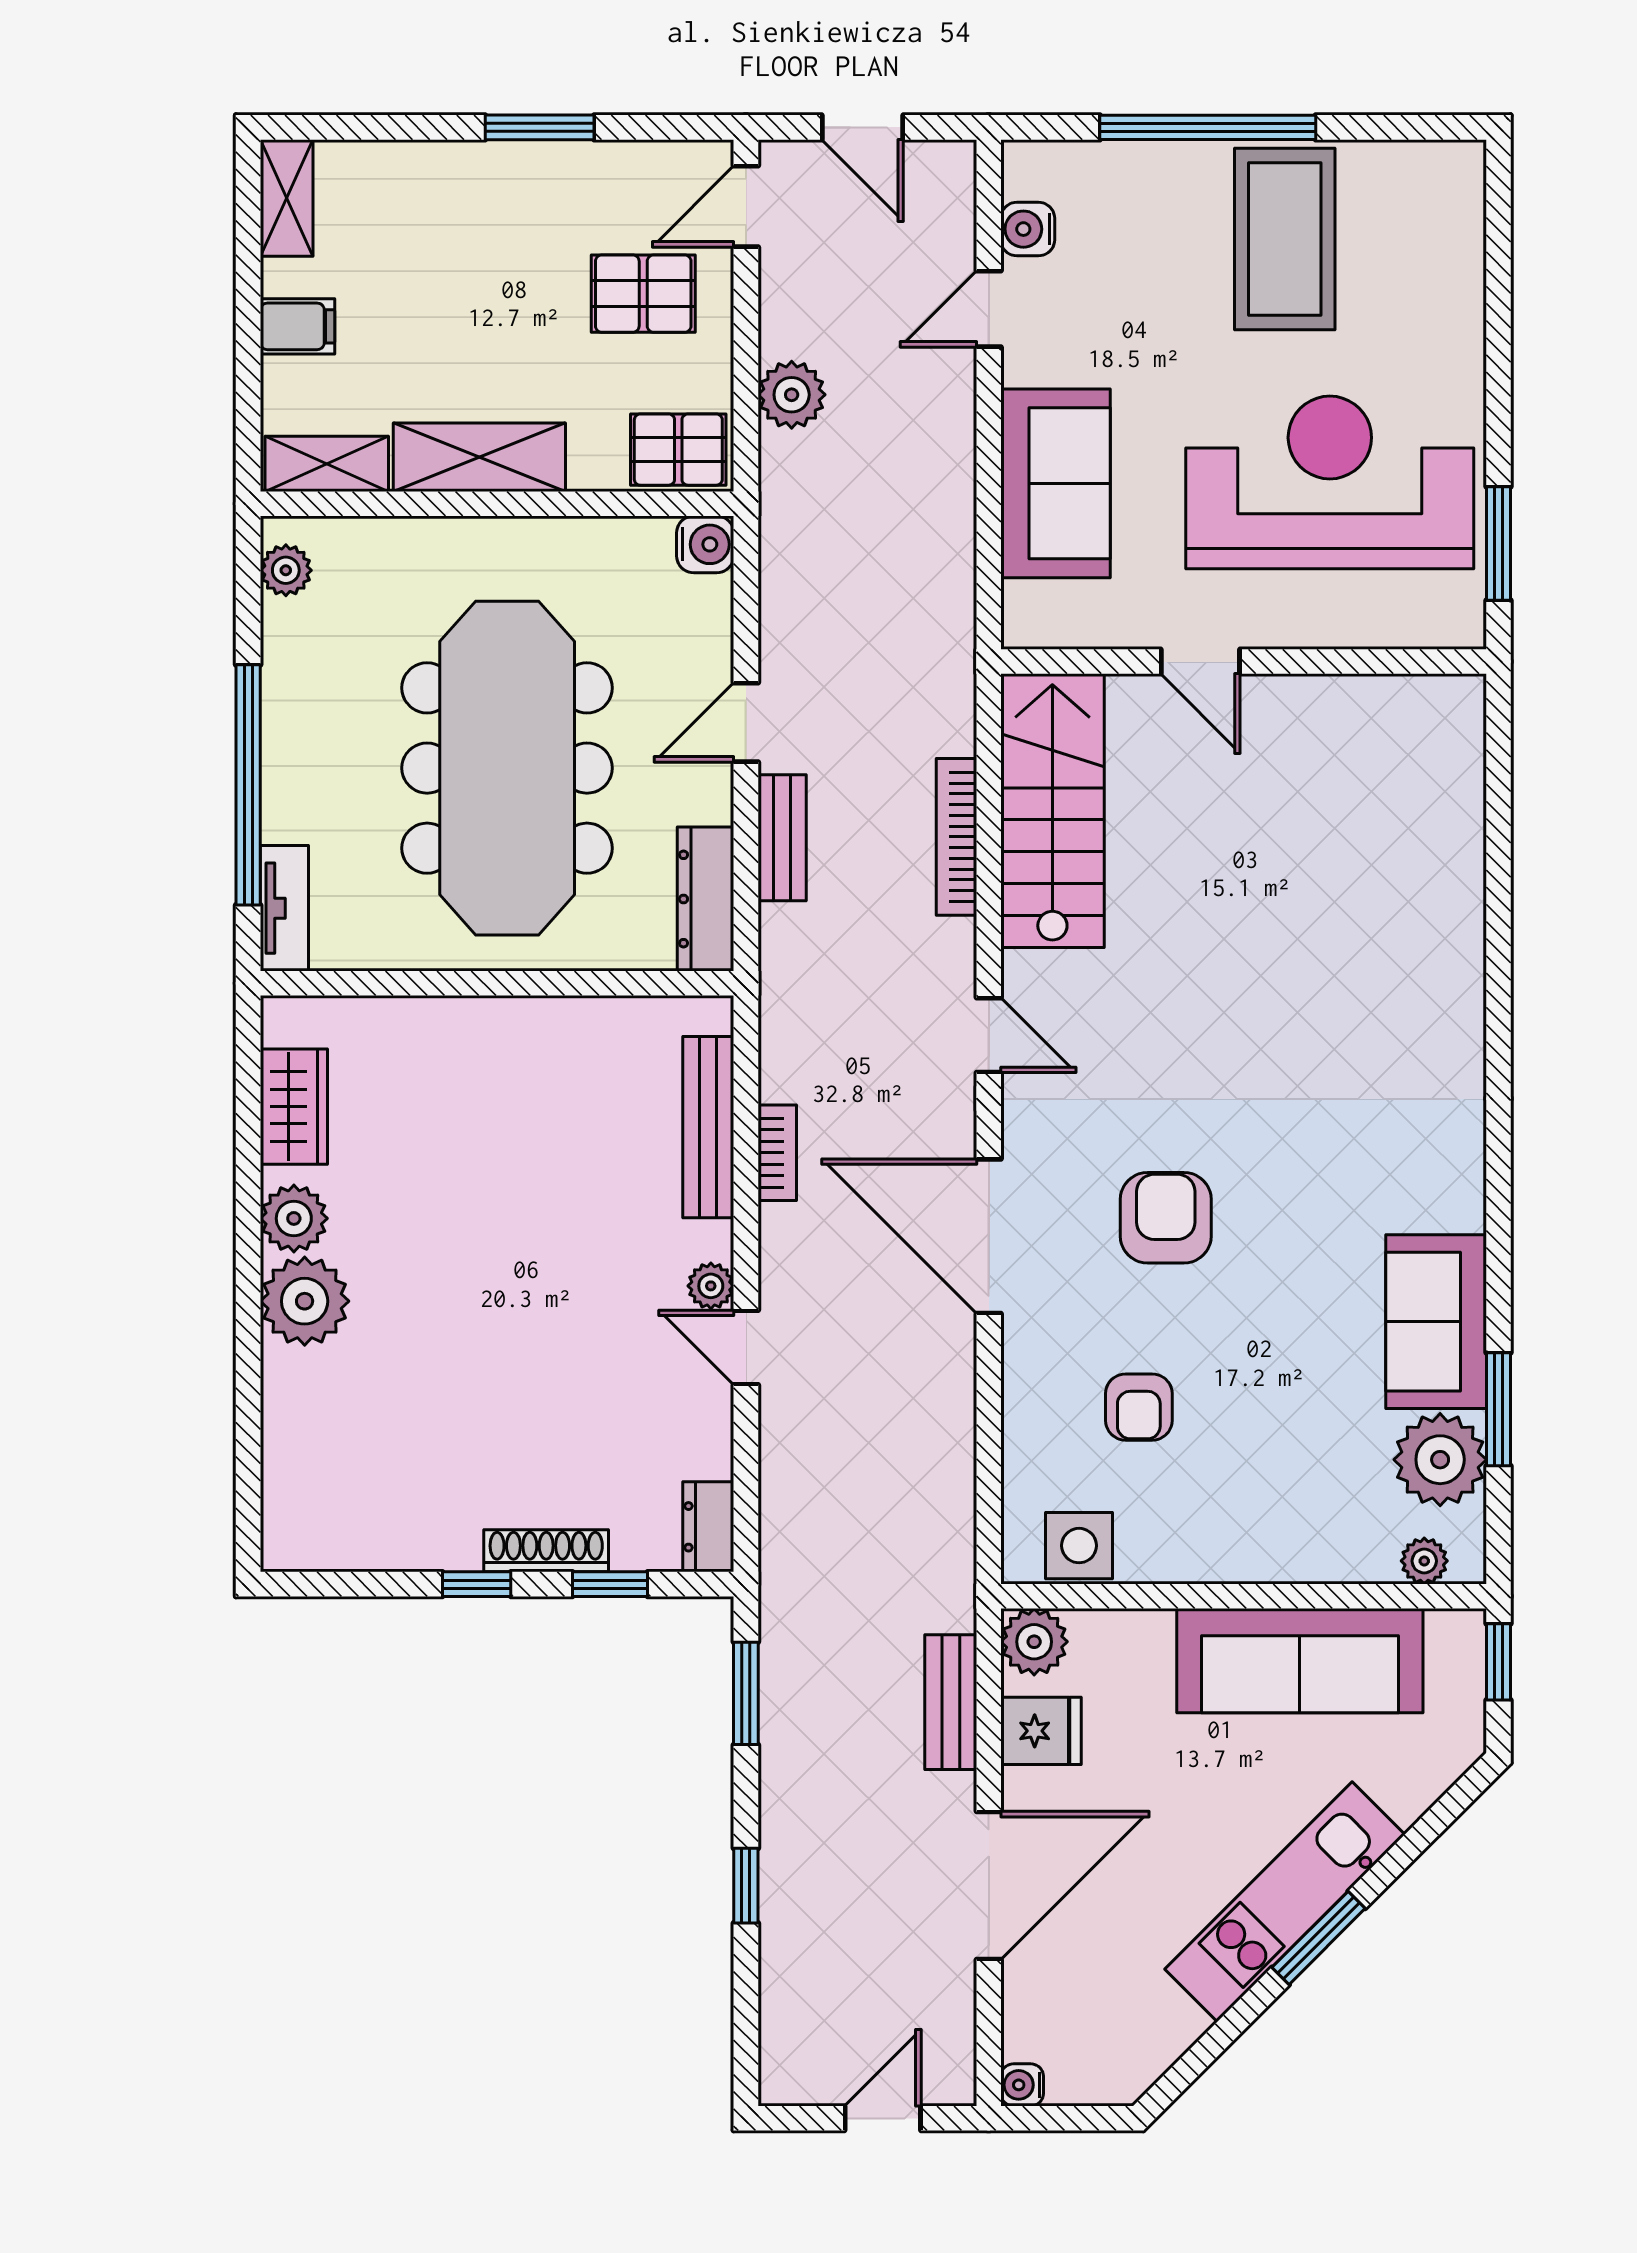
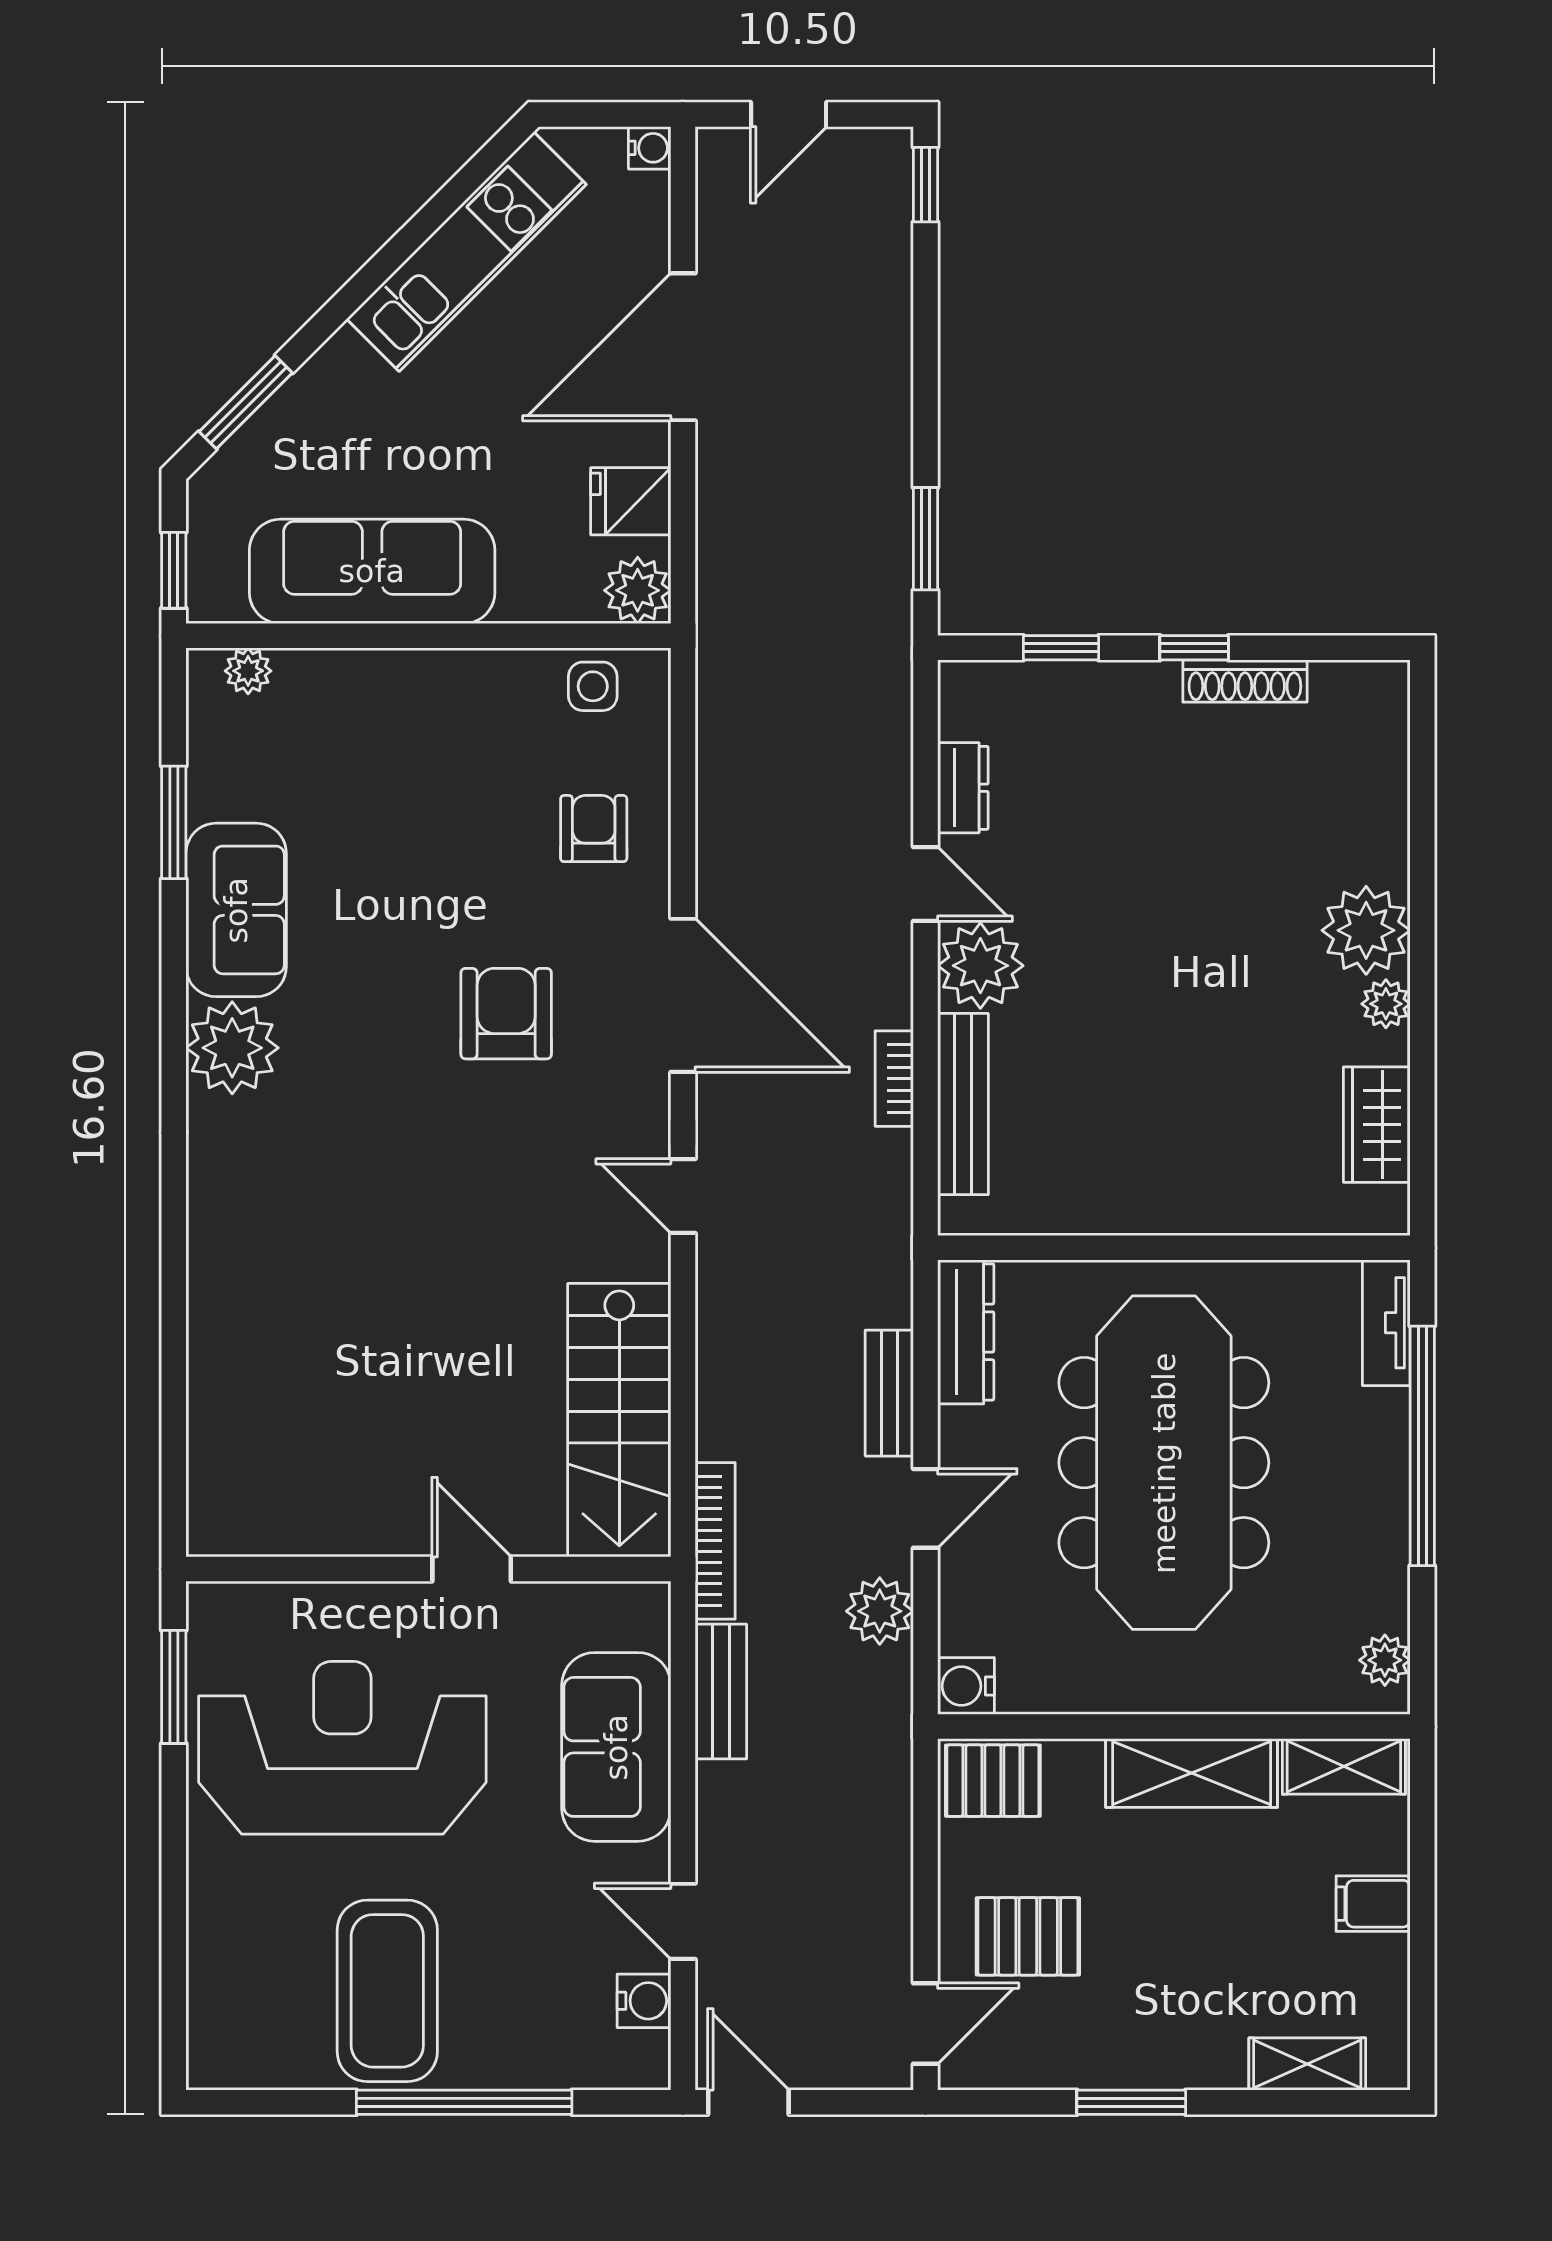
door: (862, 127) -> (748, 2102), moved
shelving: (287, 198) -> (1307, 2064), moved, turned 90
door: (989, 309) -> (683, 1921), swing flipped
plant: (792, 395) -> (880, 1611), moved
reception desk: (1330, 482) -> (342, 1748), turned 180
bookcase: (956, 837) -> (715, 1541), moved
plant: (294, 1218) -> (1386, 1004), width x0.73, depth x0.73
armchair: (1166, 1218) -> (506, 1014), turned 180
plant: (711, 1286) -> (980, 966), width x1.88, depth x1.88
armchair: (1139, 1407) -> (594, 829), moved
plant: (1440, 1460) -> (232, 1048), moved
dresser: (708, 1527) -> (963, 788), moved
side table: (1079, 1546) -> (593, 686), width x0.73, depth x0.73
shoe rack: (546, 1551) -> (1245, 681), moved
bench: (951, 1702) -> (721, 1691), moved
window: (746, 1886) -> (925, 185), moved
kitchen unit: (1285, 1902) -> (466, 252), moved
window: (1319, 1938) -> (246, 402), moved

